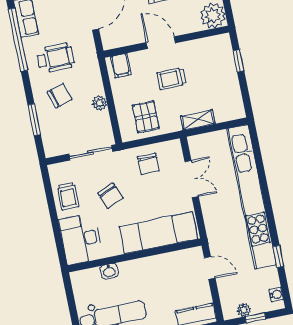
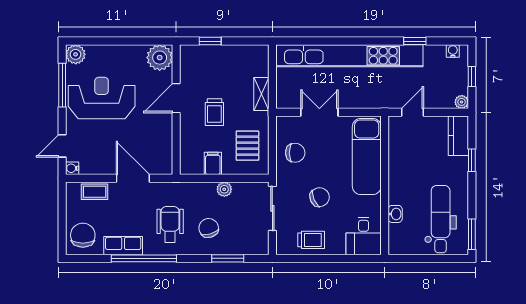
door: (161, 43) -> (176, 98), moved
filing cabinet: (121, 66) -> (213, 163), moved, turned -90
pallet: (146, 117) -> (247, 146), turned 90
desk: (81, 239) -> (364, 236), width x0.73
plant: (244, 310) -> (462, 102), moved

